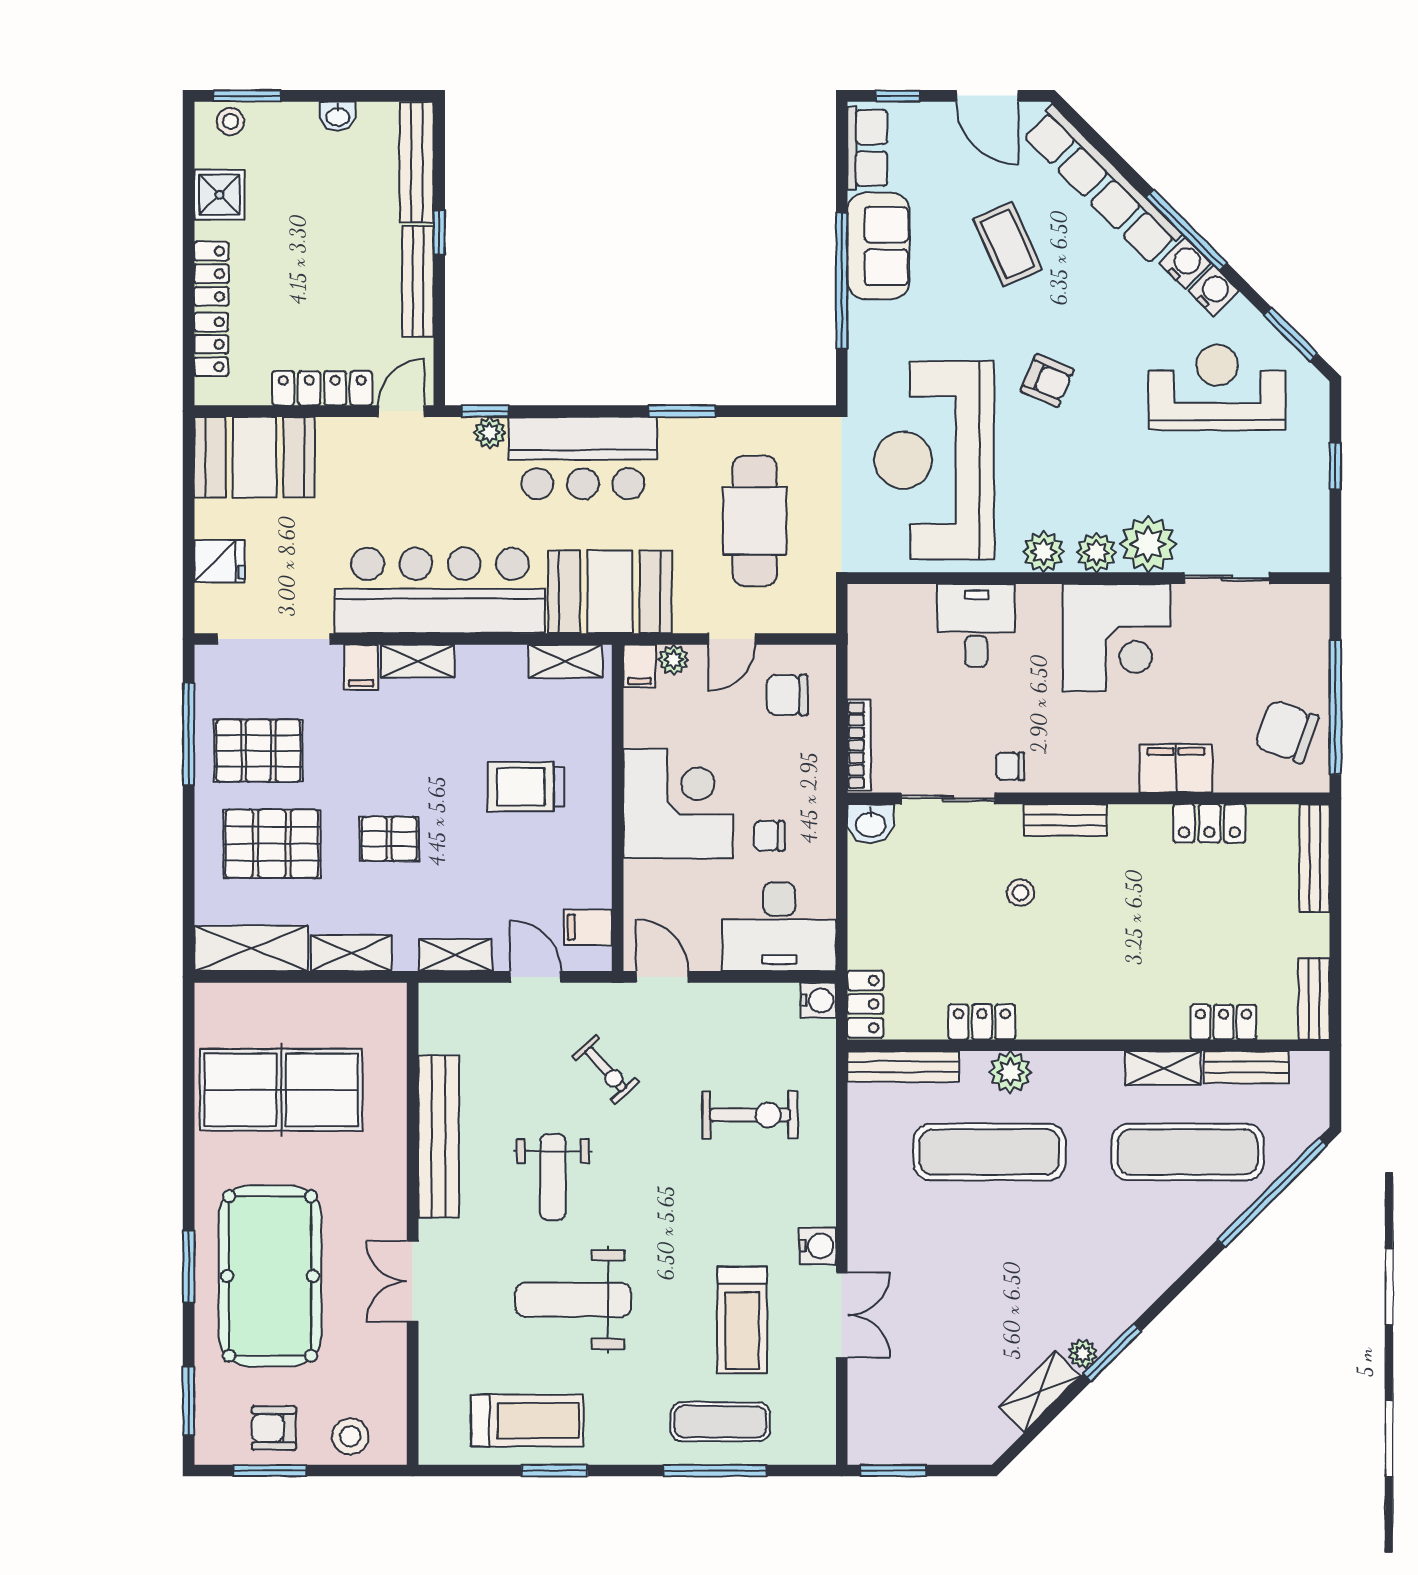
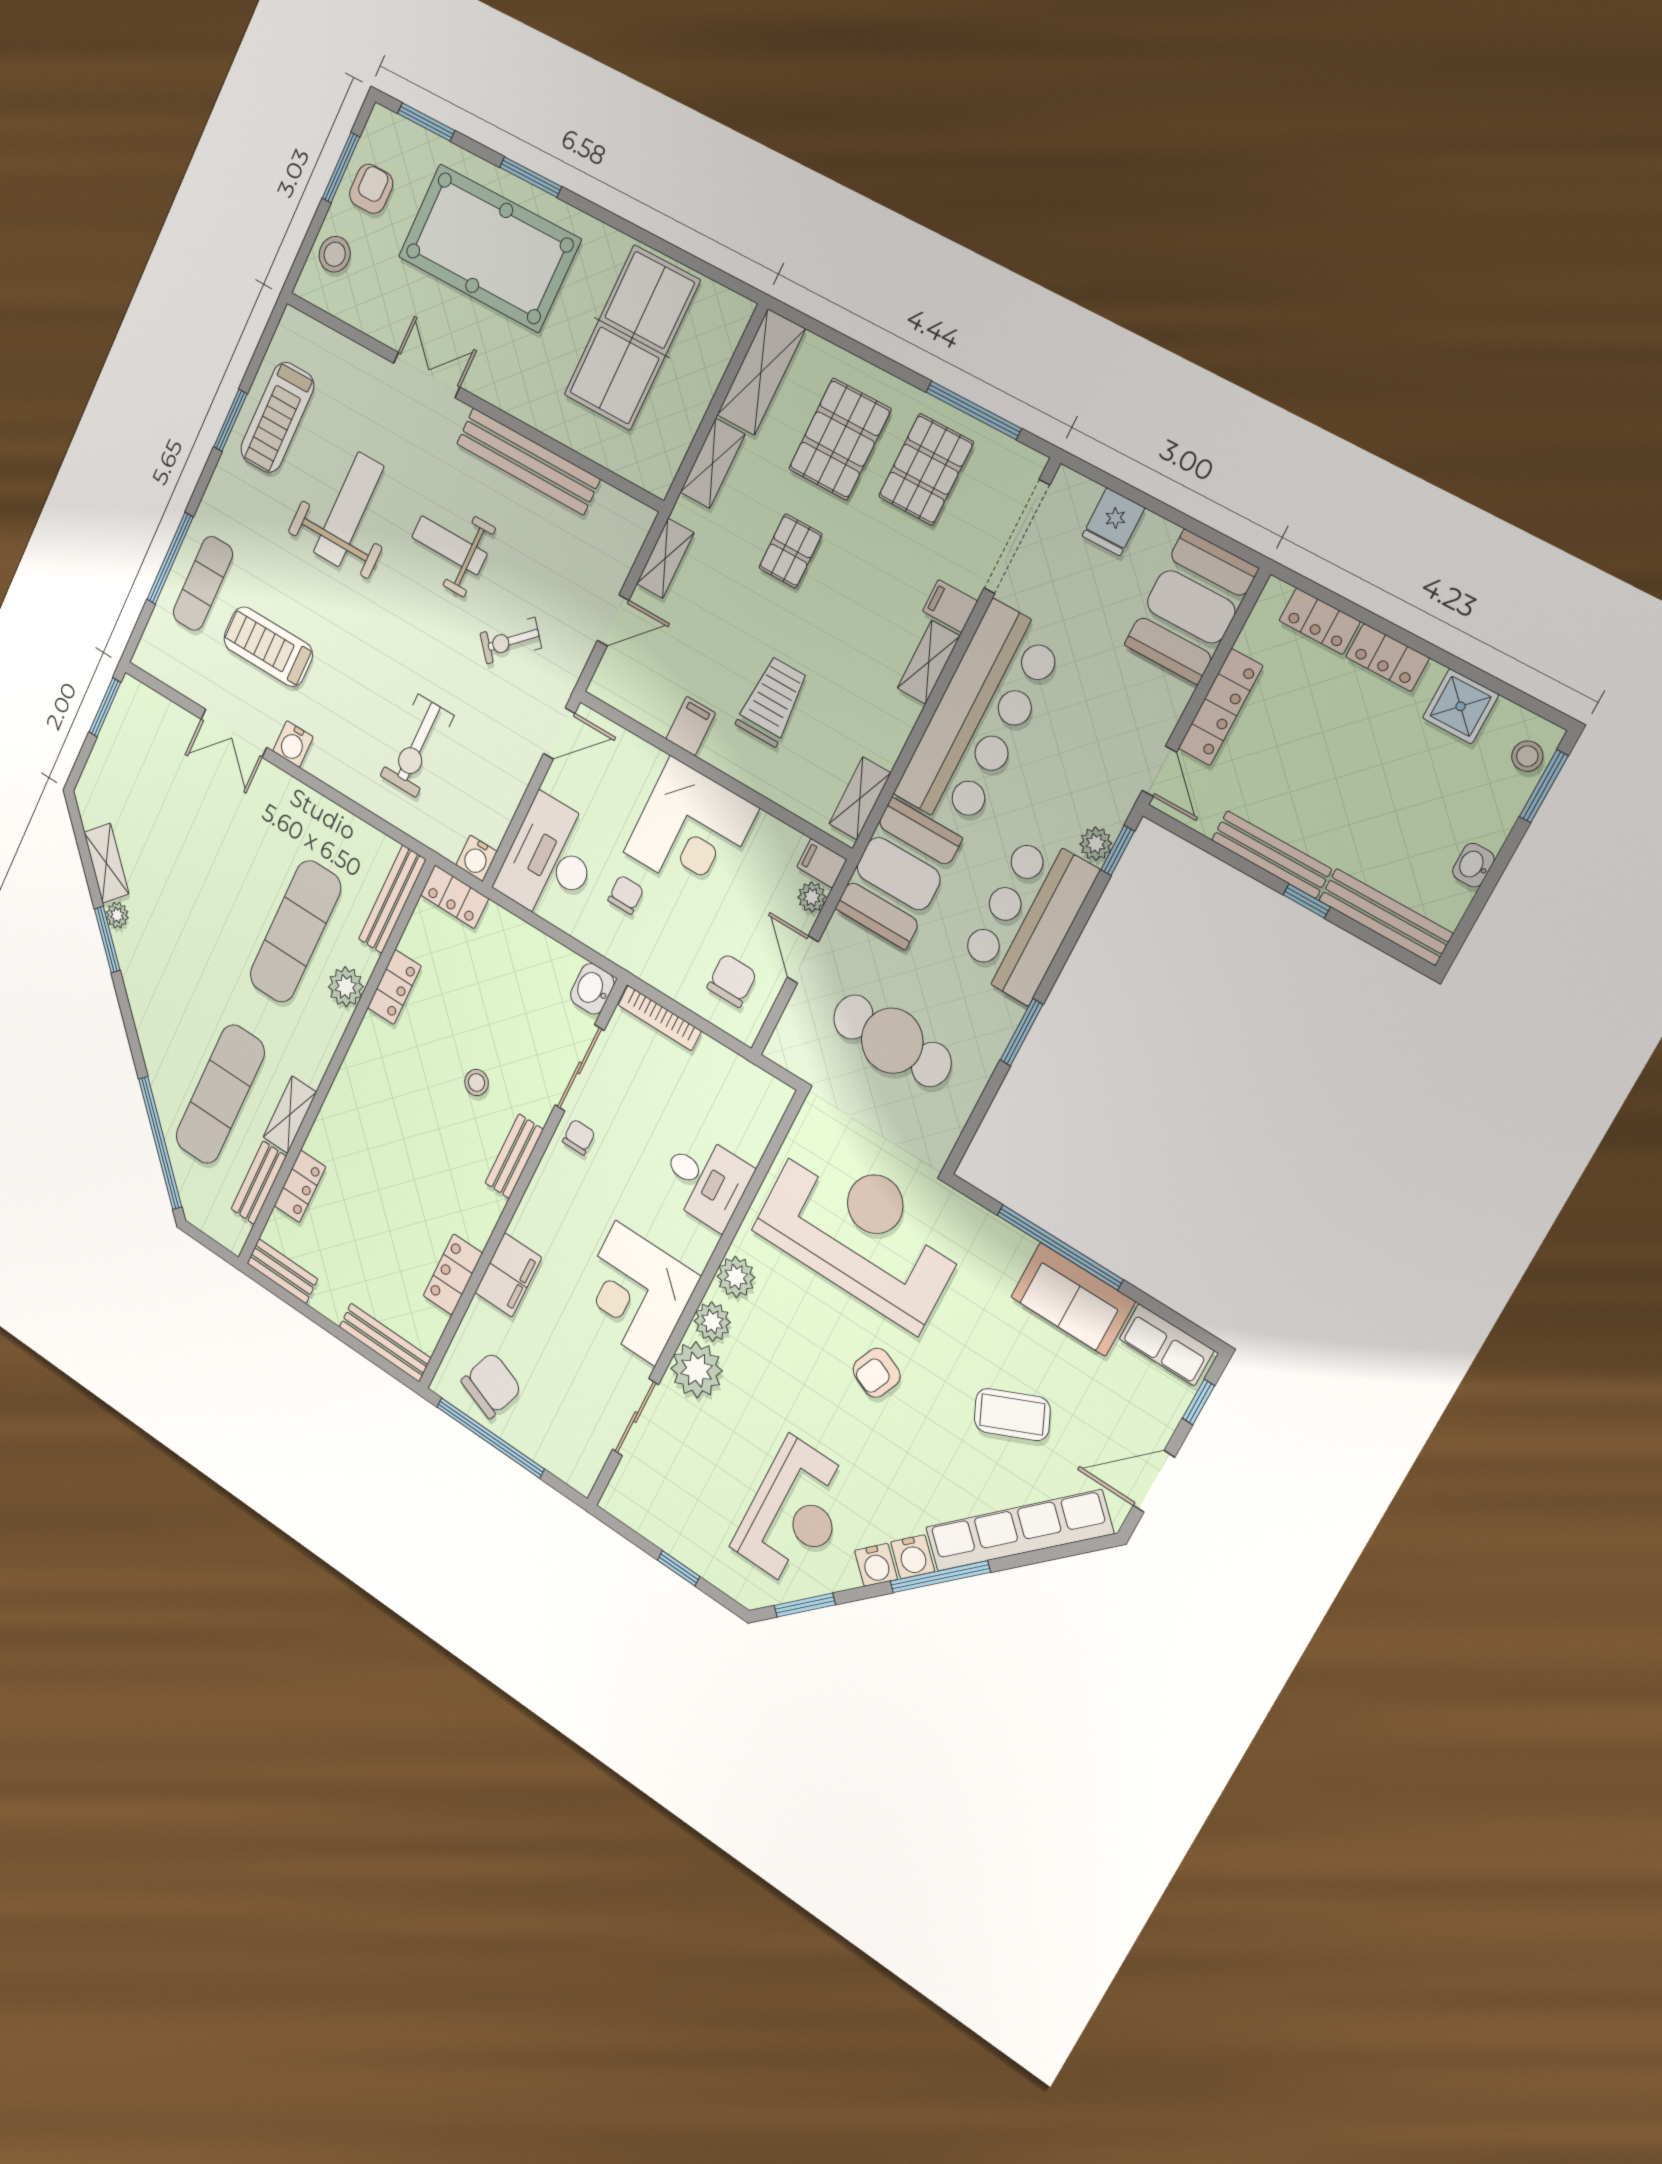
filing cabinet: (588, 927) -> (691, 726), moved

